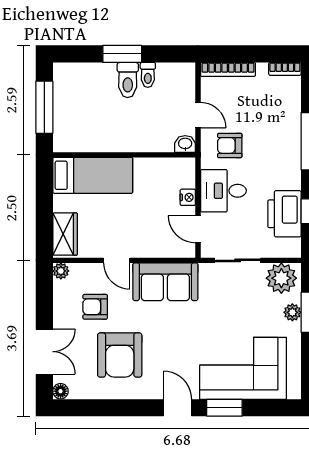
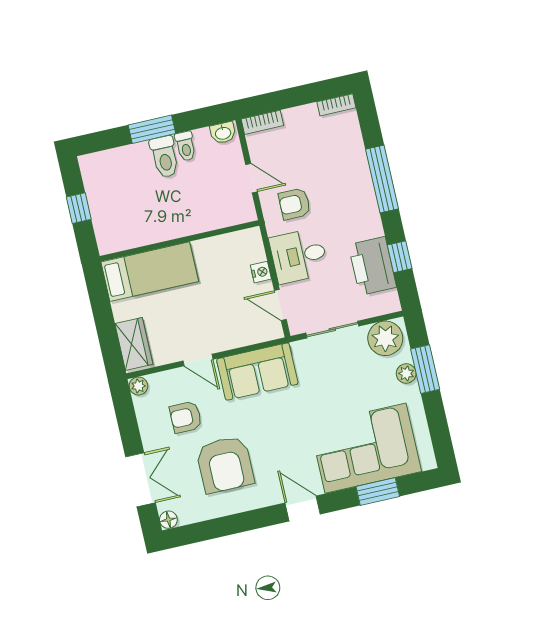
bookcase: (228, 69) -> (262, 122), width x0.64
window: (44, 107) -> (79, 208), width x0.46
washbasin: (185, 144) -> (223, 133), moved, turned 180
window: (224, 408) -> (378, 491), moved

